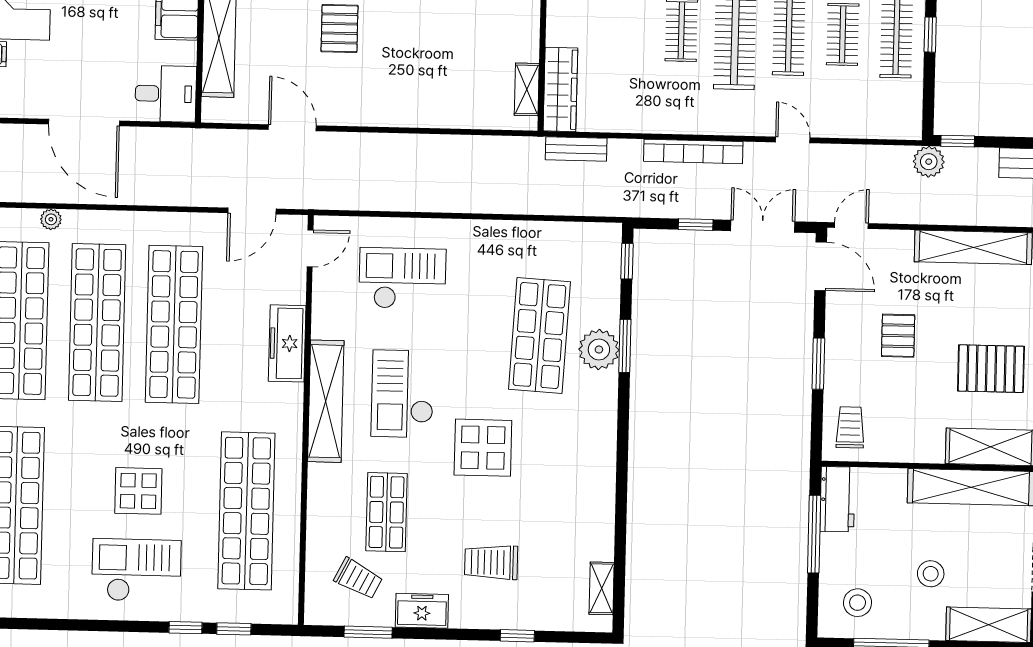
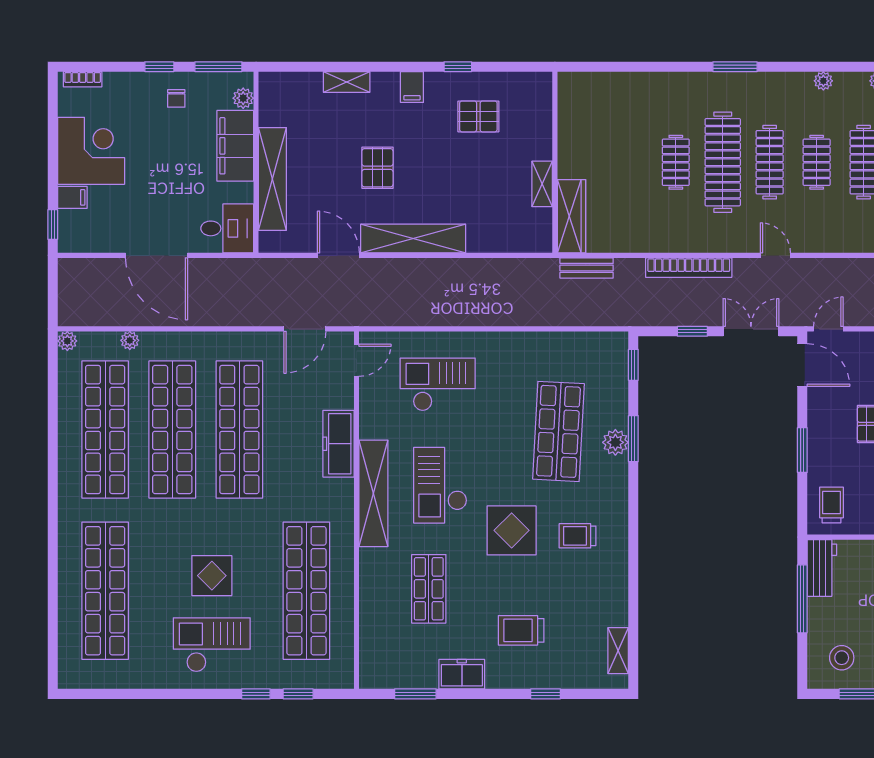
shelving: (527, 89) -> (542, 184), moved
shelving: (378, 111) -> (413, 239), added
plant: (599, 350) -> (615, 442), width x0.73, depth x0.73
trolley: (358, 578) -> (578, 536), moved, turned 153

